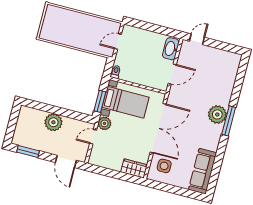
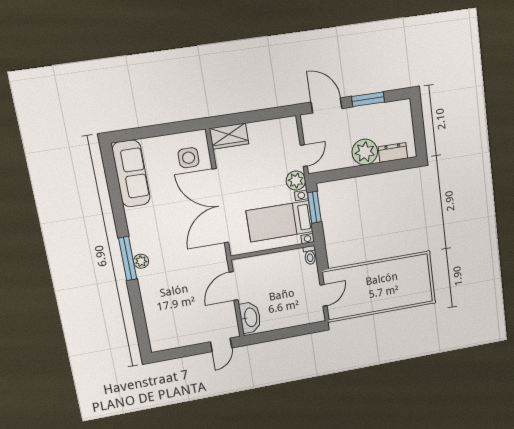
dresser: (35, 114) -> (393, 153), added
plant: (217, 114) -> (141, 261), width x0.53, depth x0.53
window: (28, 152) -> (368, 99), moved

